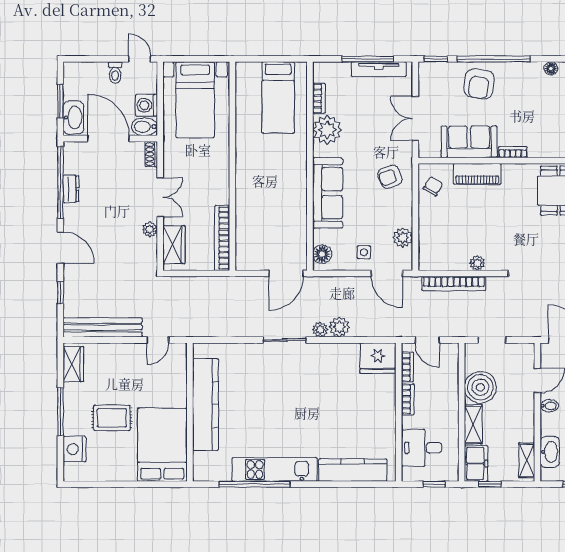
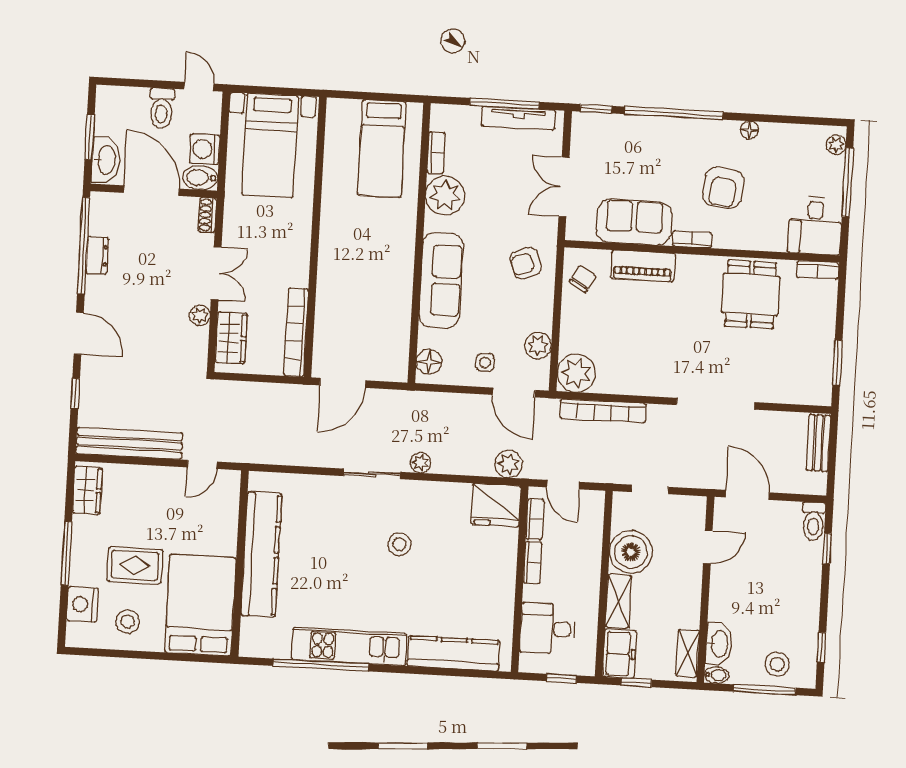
toilet: (115, 73) -> (162, 108), width x1.37, depth x1.39
armchair: (479, 84) -> (723, 188), moved
plant: (477, 263) -> (576, 373), moved, width x1.88, depth x1.88
door: (286, 273) -> (343, 383), moved
plant: (339, 327) -> (509, 464), moved
stool: (308, 391) -> (399, 544), added
bidet: (549, 406) -> (717, 675), moved
stool: (109, 460) -> (128, 622), added

